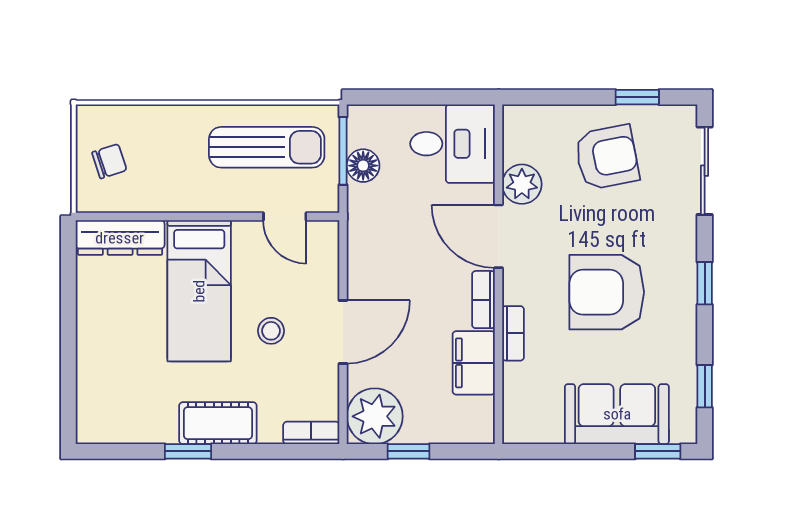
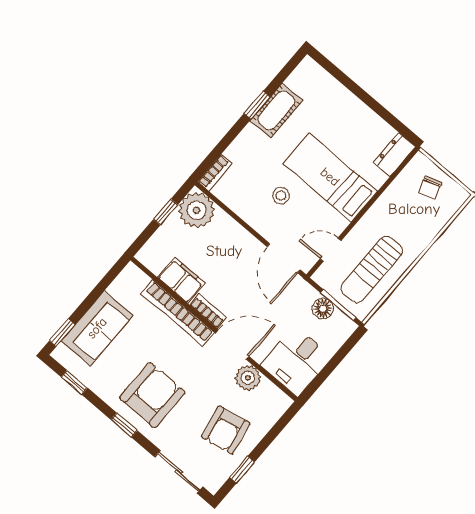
dresser: (120, 238) -> (394, 155), width x0.70
armchair: (607, 292) -> (152, 395), moved
door: (343, 332) -> (284, 258), moved
bookcase: (513, 333) -> (178, 313), width x2.31, depth x1.31
cot: (218, 423) -> (276, 110), moved

